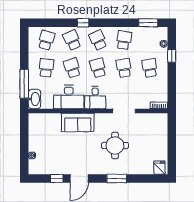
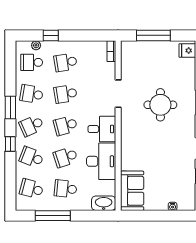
window: (148, 23) -> (10, 107), moved
school desk: (72, 40) -> (32, 157), turned 45
school desk: (150, 40) -> (32, 62), added
window: (24, 84) -> (53, 216), moved
sofa: (78, 122) -> (132, 191), moved
window: (172, 140) -> (153, 35), added

